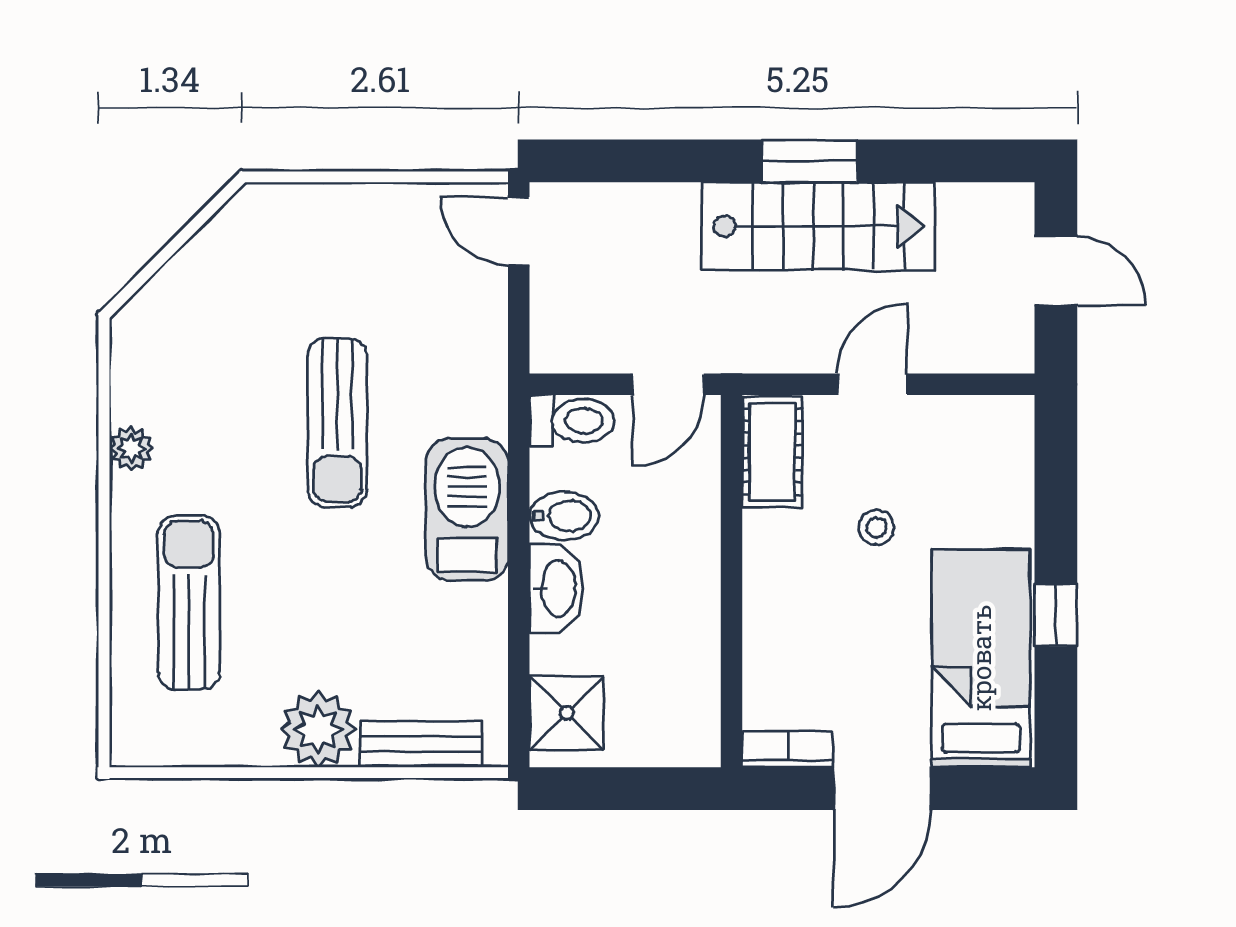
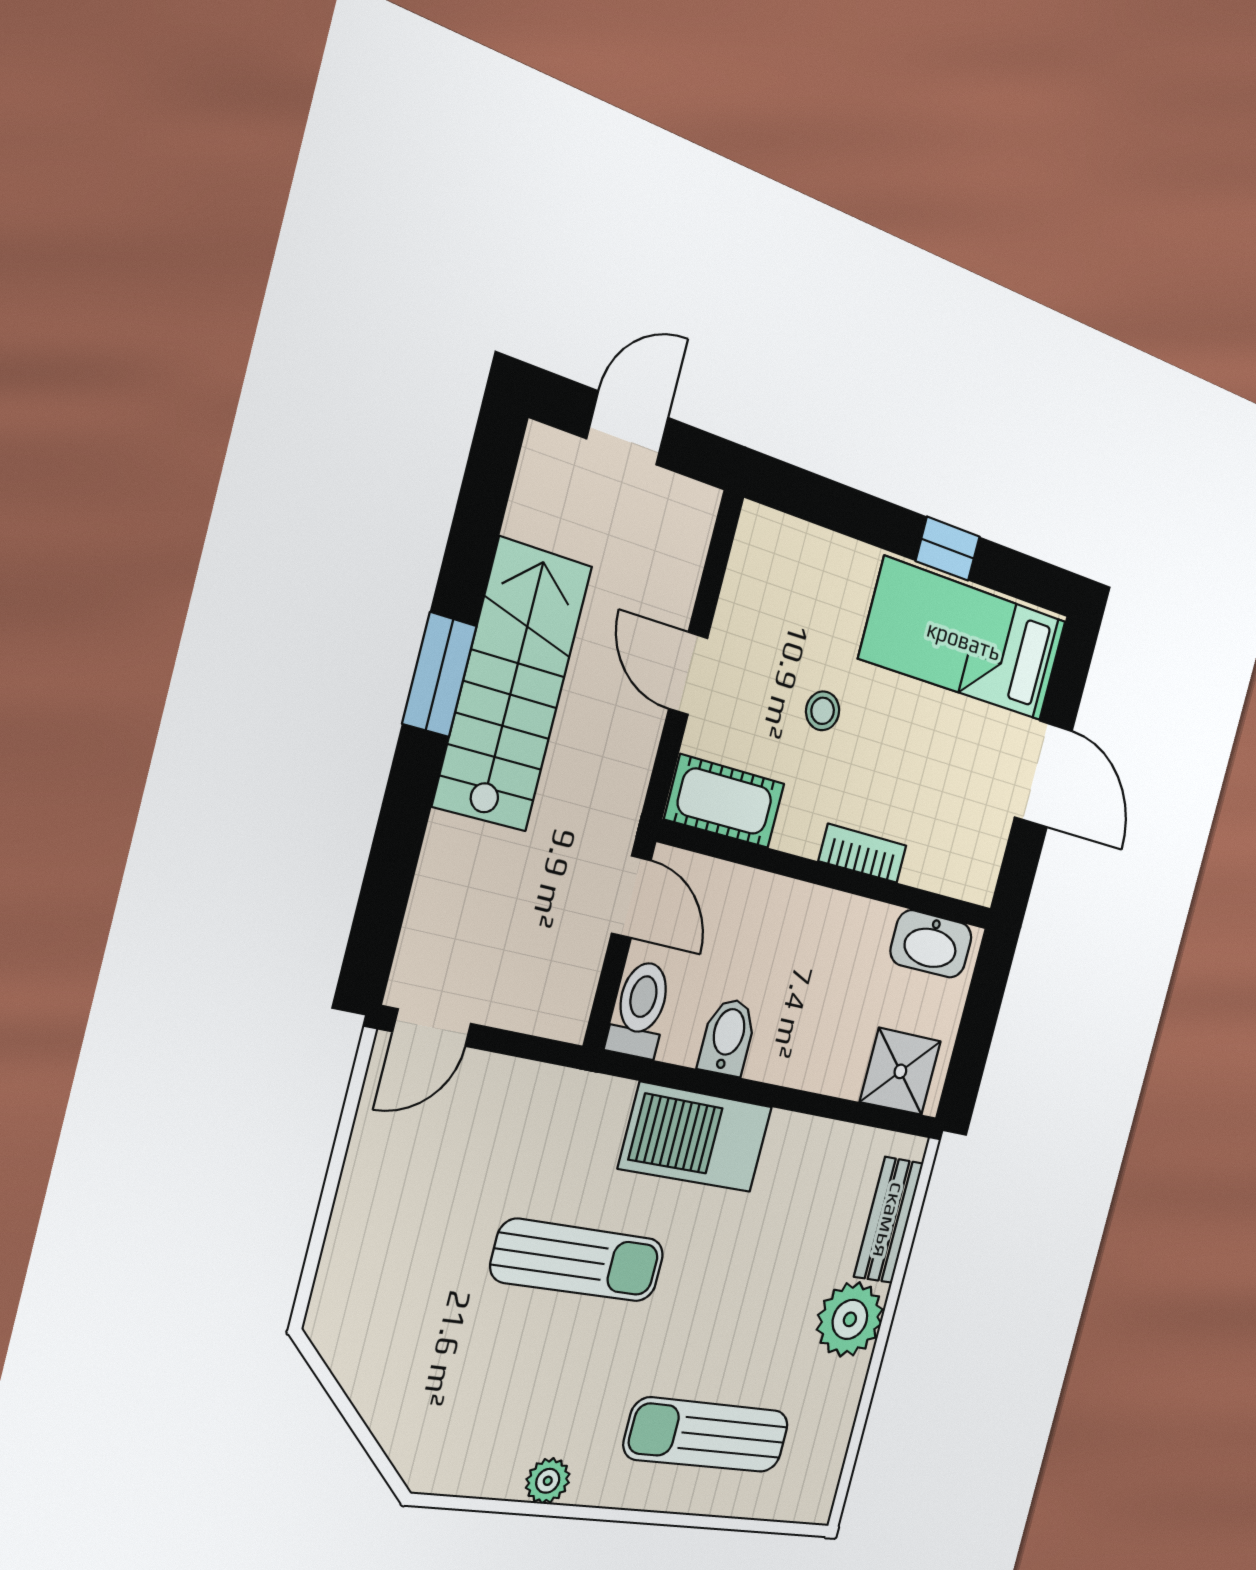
washbasin: (557, 589) -> (931, 944), moved, turned 180
bookcase: (787, 749) -> (863, 853), moved, turned 90

